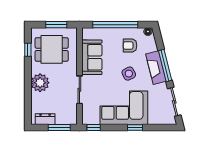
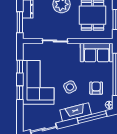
sofa: (92, 57) -> (97, 53), moved
window: (165, 65) -> (92, 117), moved
window: (94, 127) -> (20, 67), moved

